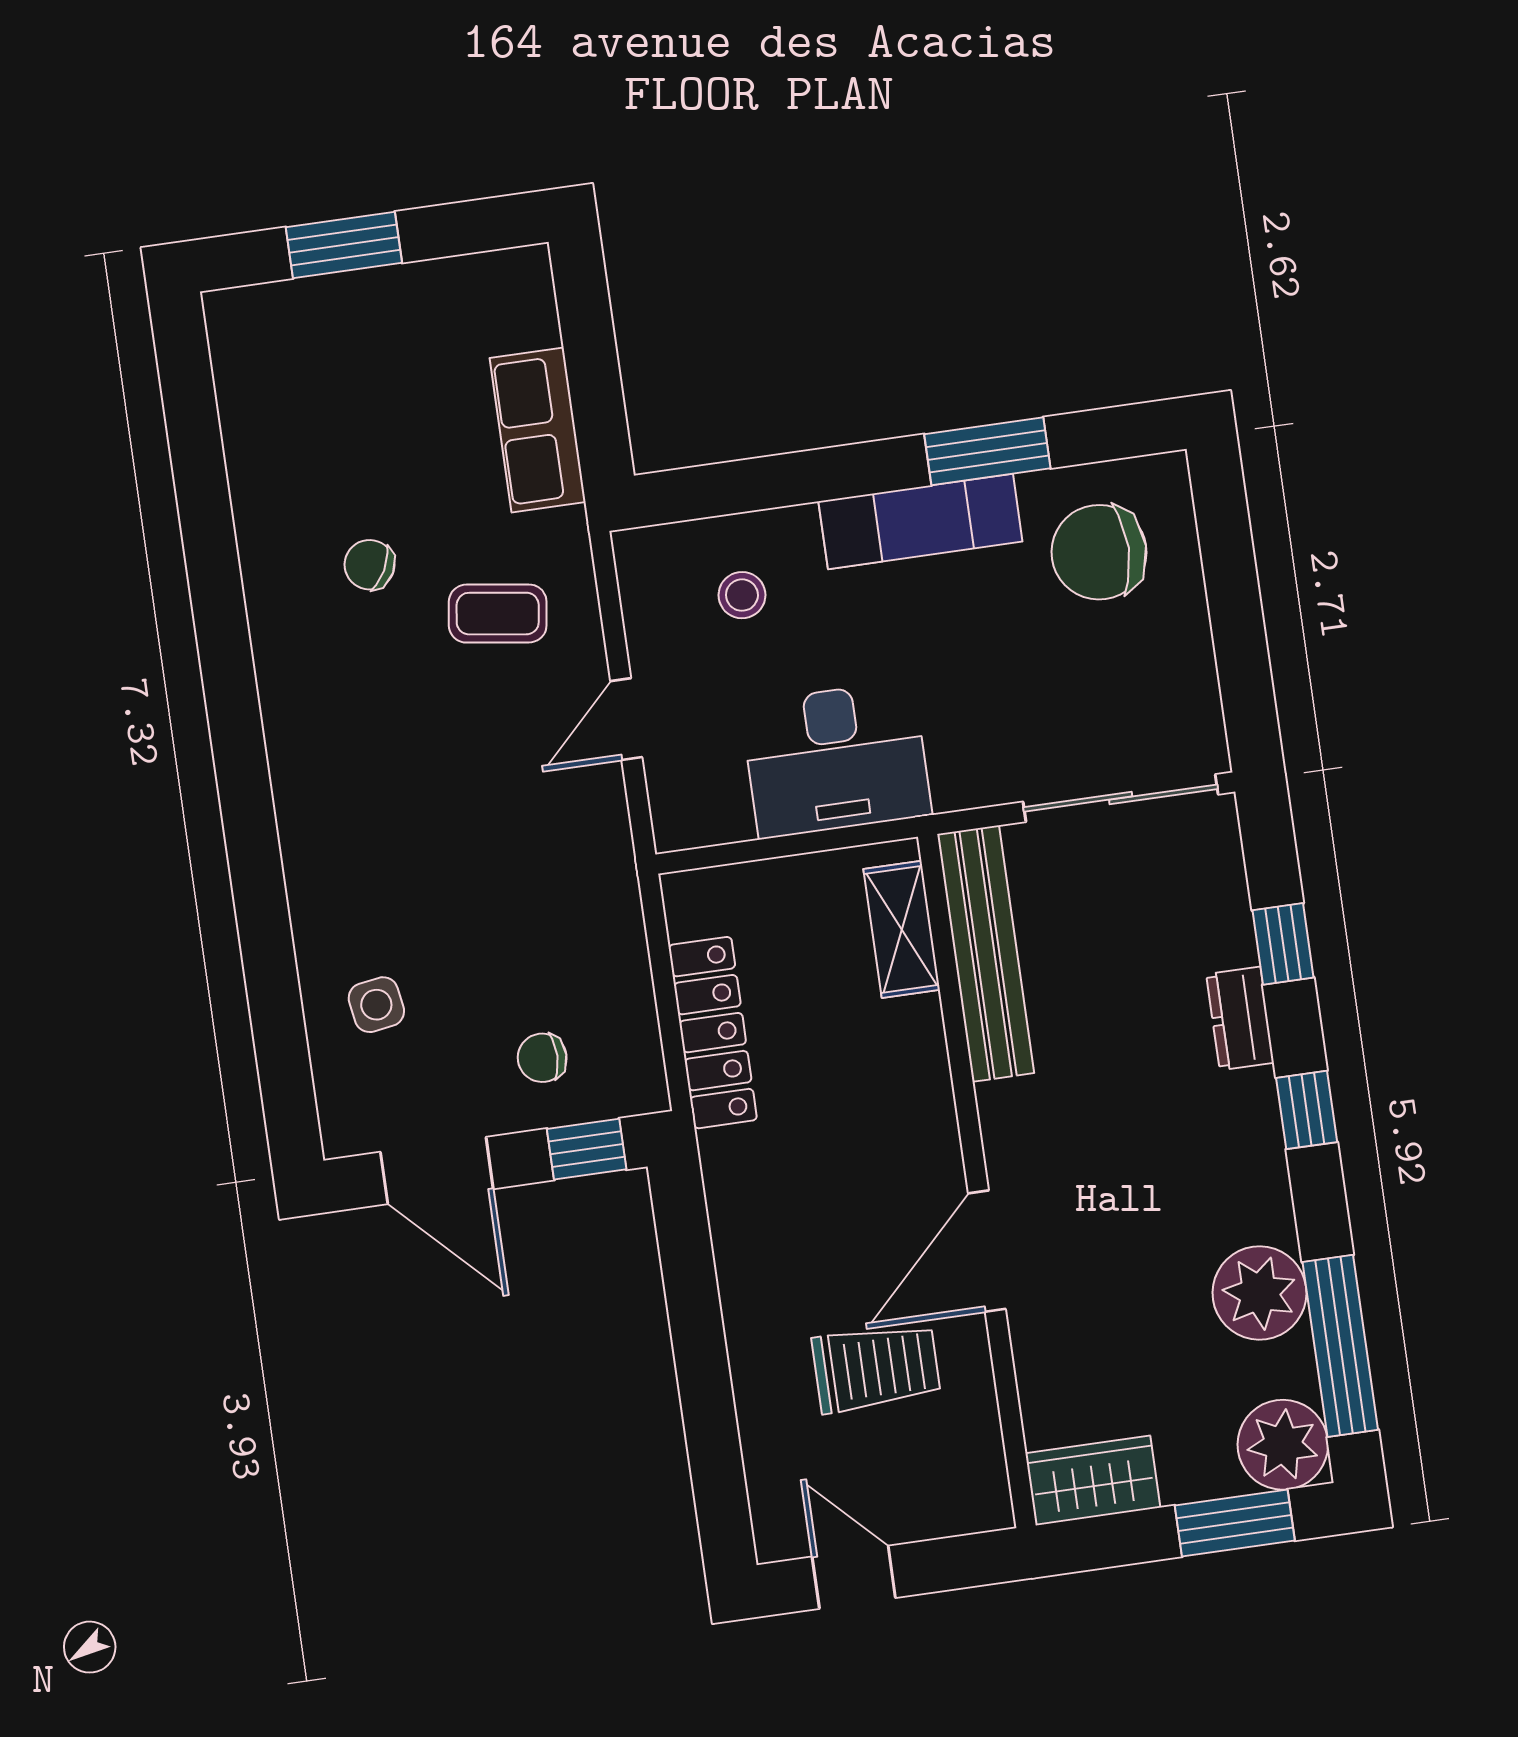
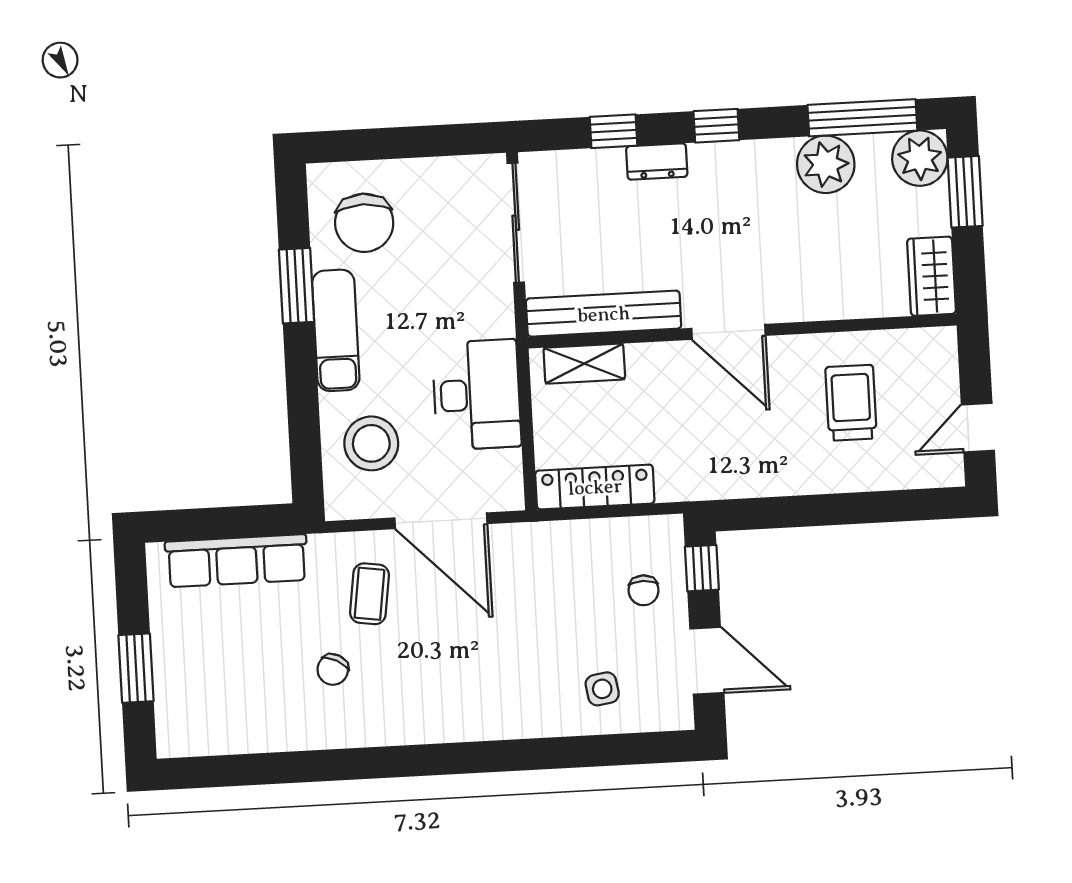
row of seats: (538, 430) -> (237, 561), width x1.48
stool: (742, 595) -> (371, 443), width x1.89, depth x1.89
door: (626, 719) -> (441, 521), width x1.88
locker: (713, 1033) -> (595, 487), moved
door: (437, 1171) -> (707, 661), hinge flipped
door: (987, 1251) -> (729, 332), moved

